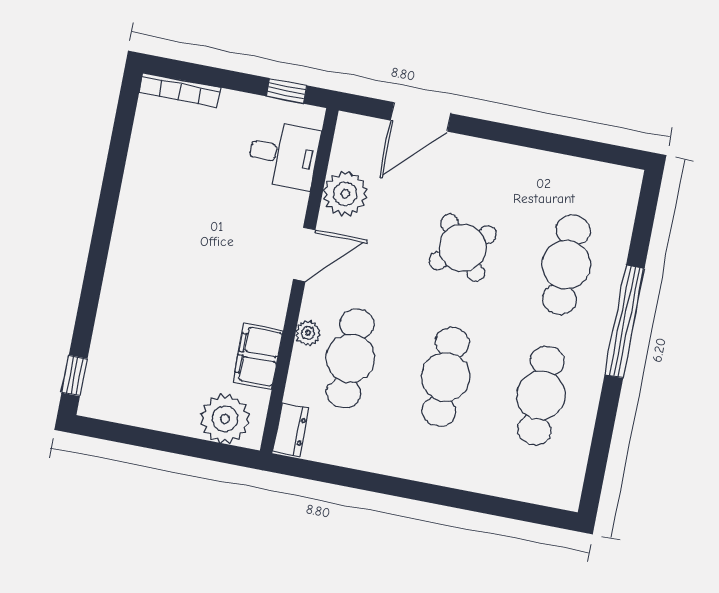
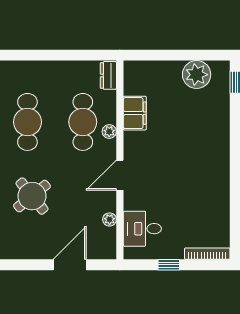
window: (287, 91) -> (169, 265), moved
plant: (345, 194) -> (110, 219), width x0.53, depth x0.53
plant: (225, 419) -> (197, 75), moved

